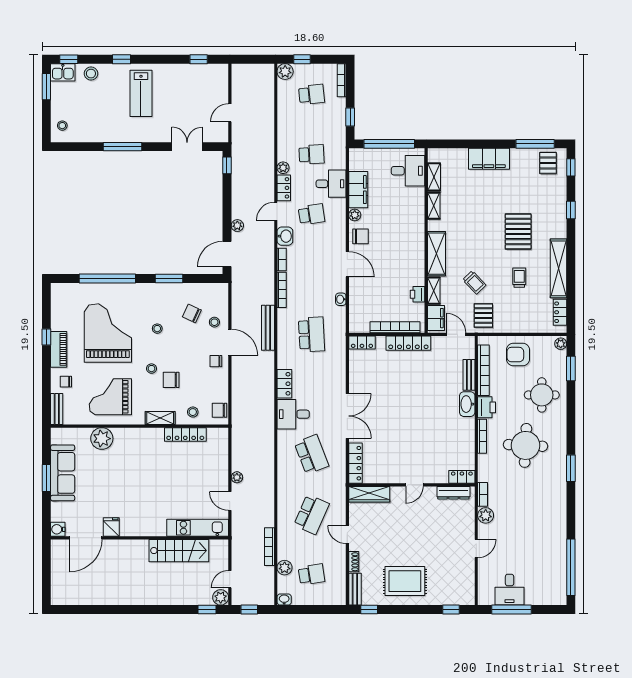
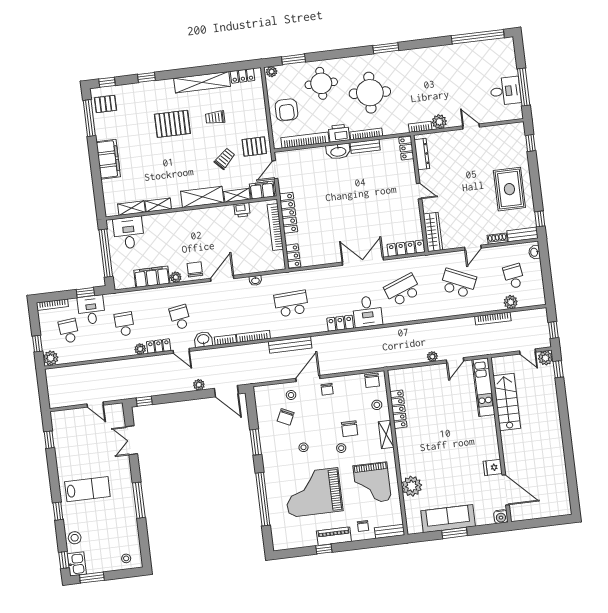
desk: (331, 184) -> (91, 310), moved
bench: (469, 375) -> (365, 146), moved
washbasin: (284, 599) -> (534, 252), moved

